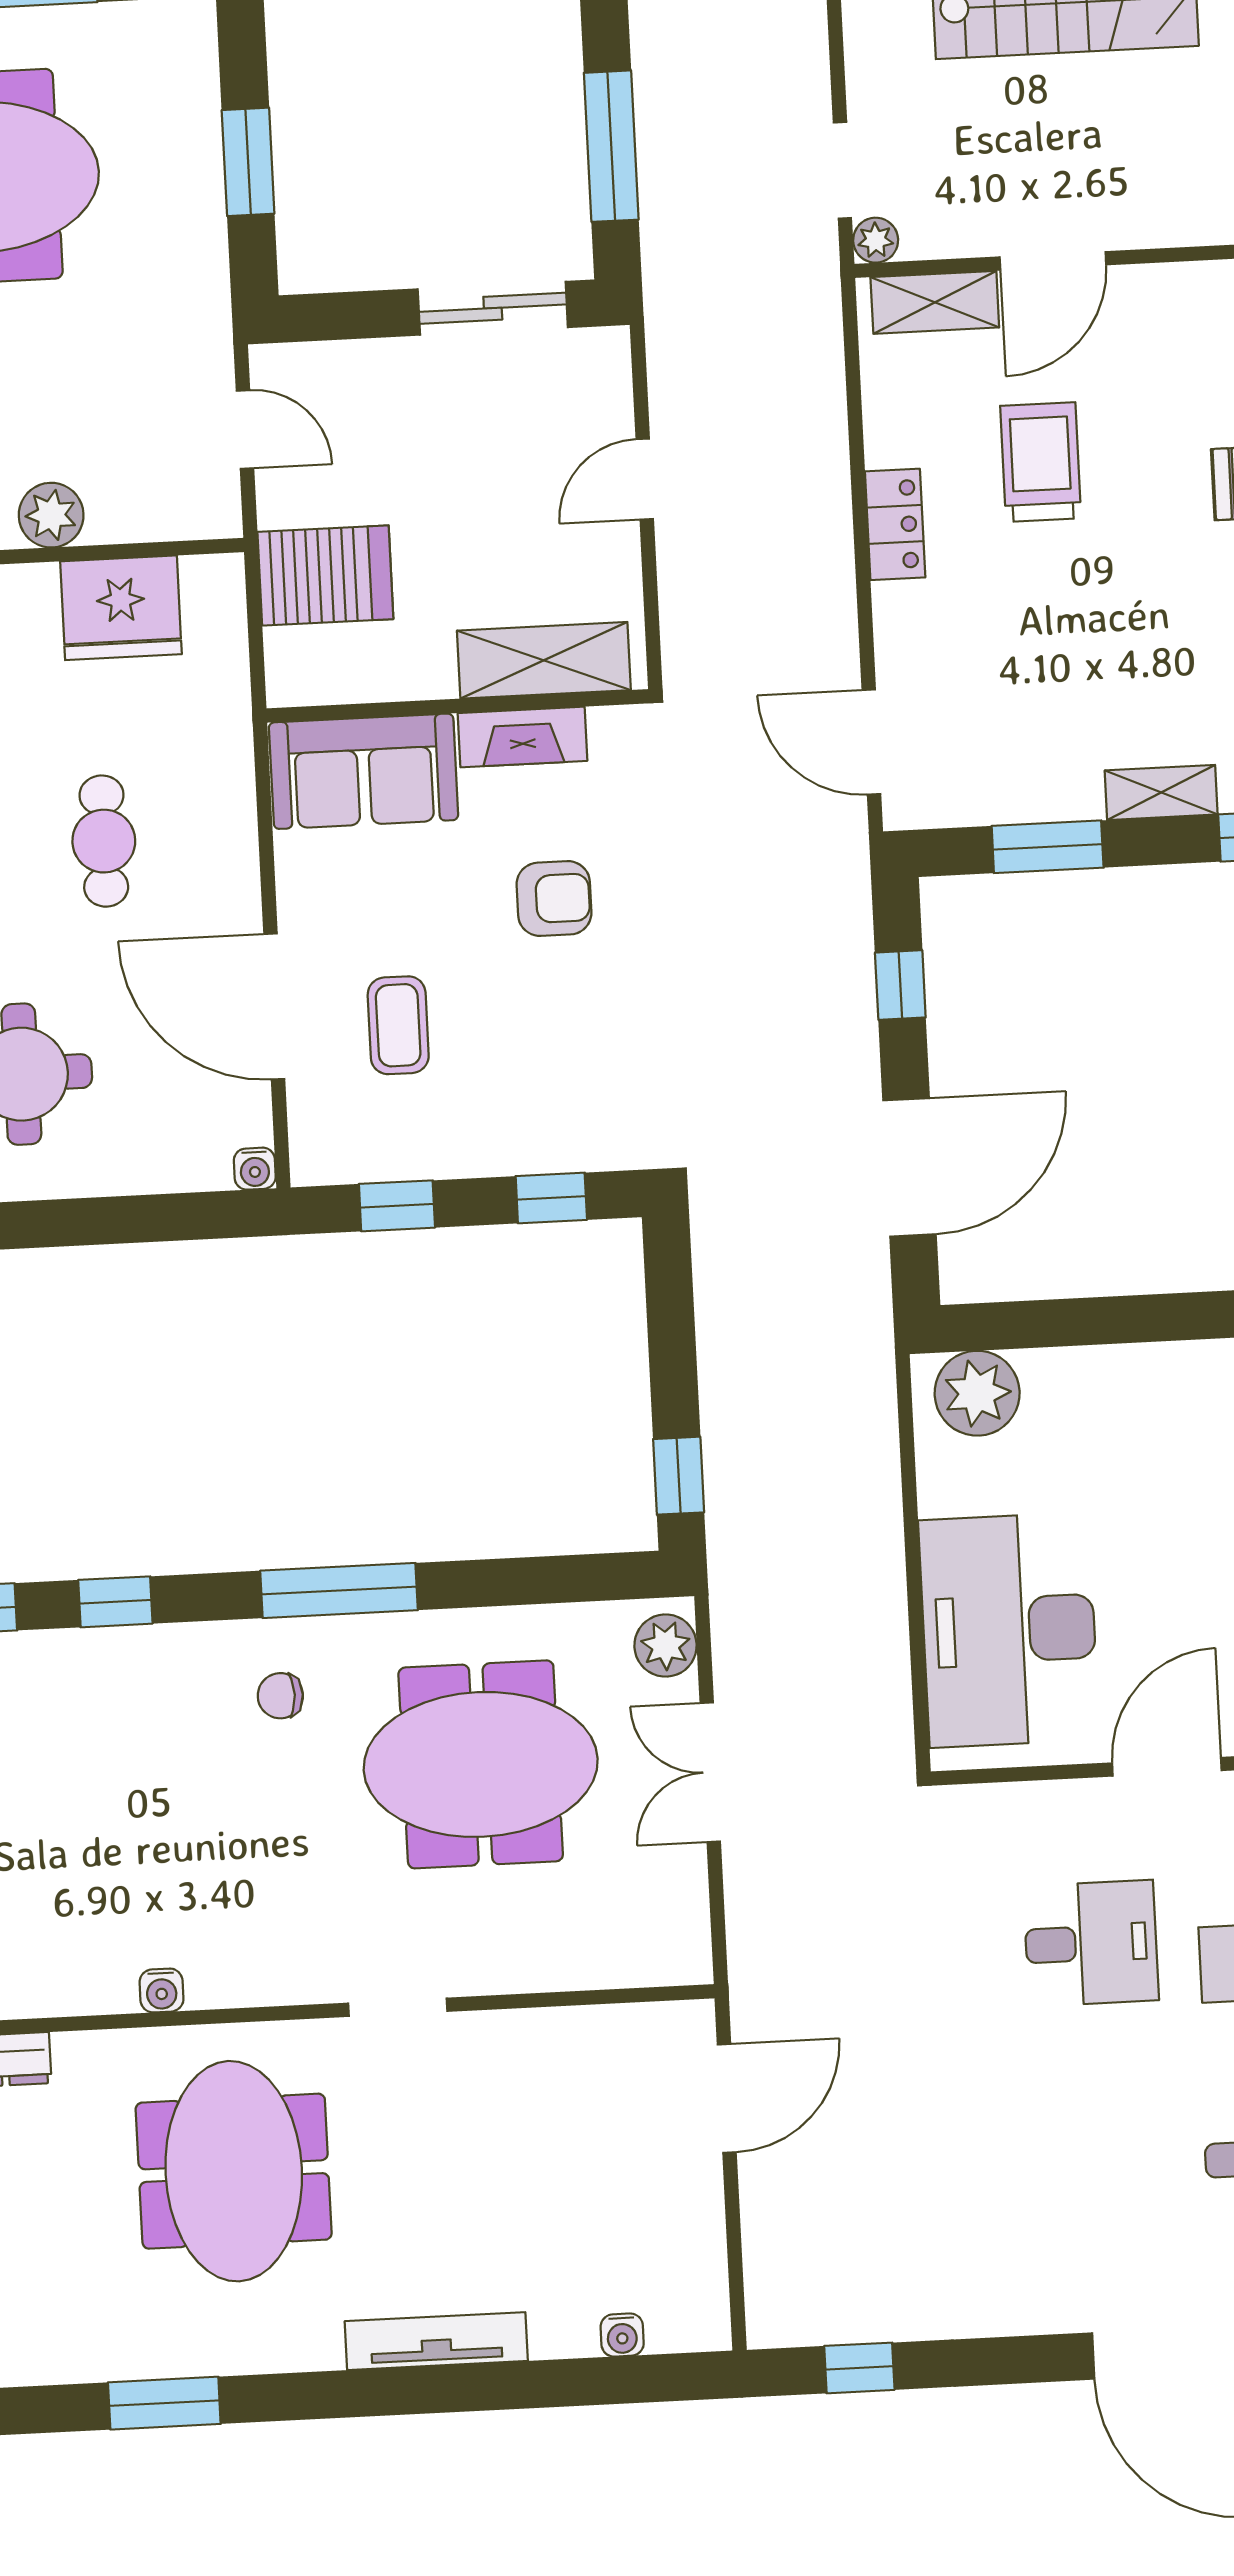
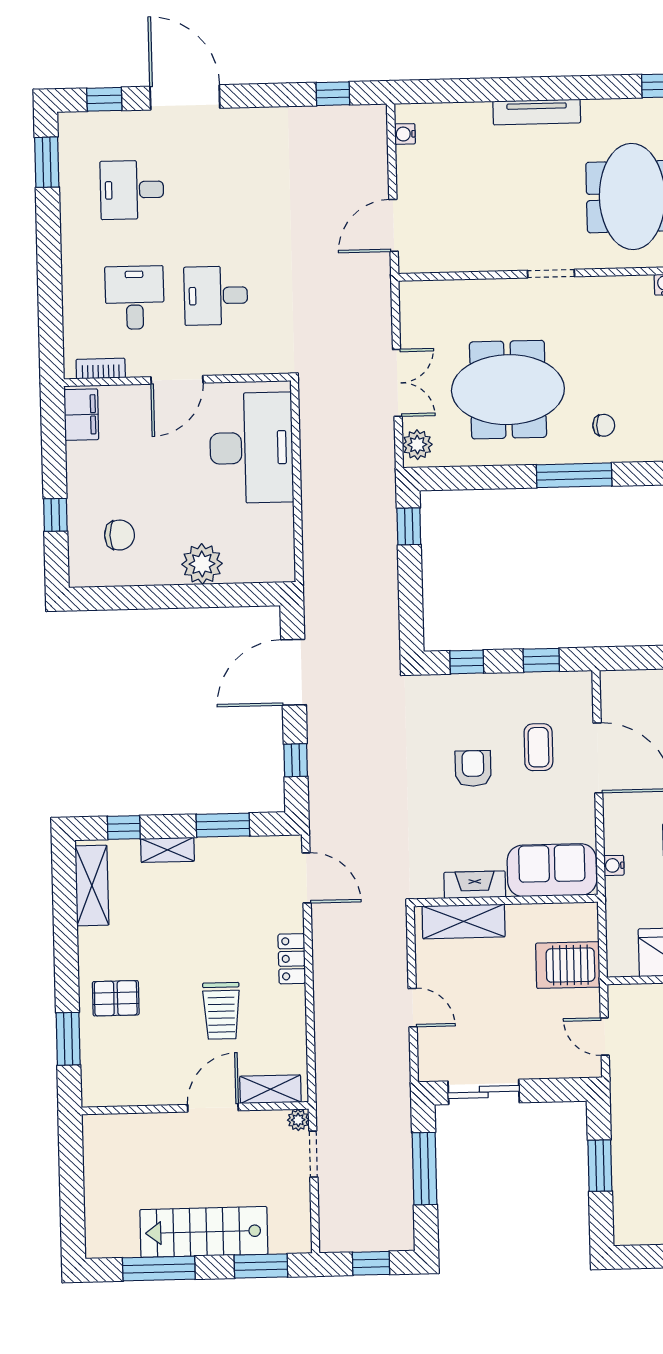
door: (645, 479) -> (413, 1008), hinge flipped
locker: (895, 524) -> (292, 959), moved
armchair: (554, 899) -> (473, 768), moved, turned 90
water cooler: (255, 1169) -> (614, 865), moved, turned -90
plant: (977, 1393) -> (202, 564), moved
water cooler: (622, 2335) -> (405, 134), moved, turned -90

